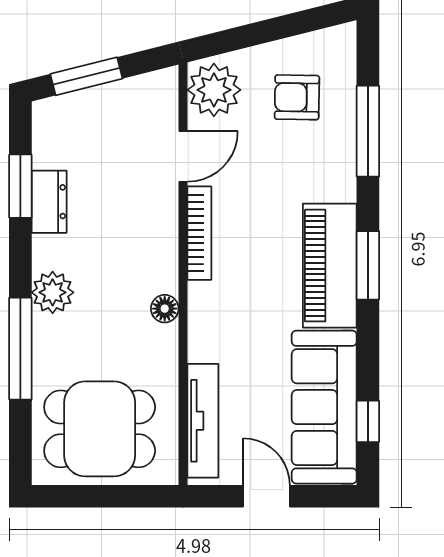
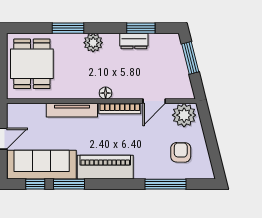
door: (183, 157) -> (154, 101), hinge flipped
window: (368, 265) -> (69, 184), moved
floor lamp: (165, 309) -> (106, 93), moved
window: (20, 349) -> (68, 28), width x0.69
tv unit: (203, 421) -> (72, 110), moved

